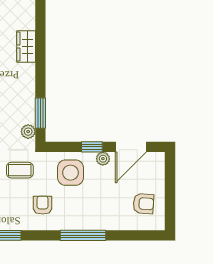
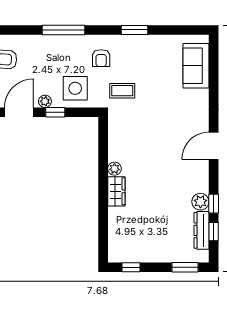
wardrobe: (26, 47) -> (116, 191), moved
window: (40, 113) -> (103, 144), removed
plant: (28, 132) -> (114, 169), moved

